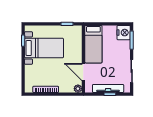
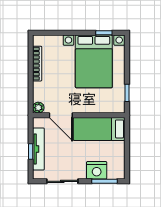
nightstand: (124, 33) -> (97, 170), moved
bed with nightstands: (44, 48) -> (94, 61), width x1.36
door: (83, 72) -> (61, 115), swing flipped

